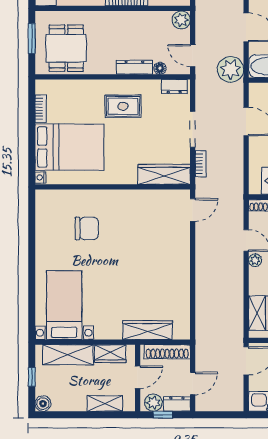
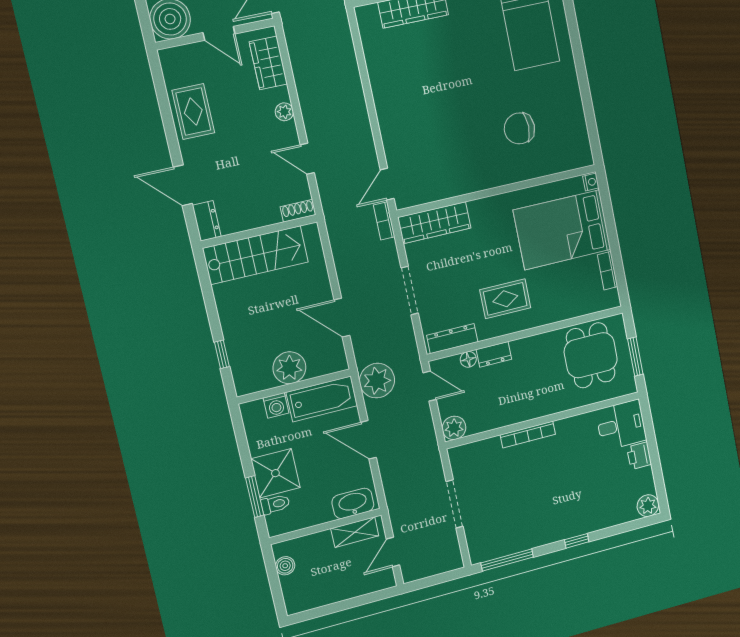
dresser: (134, 67) -> (494, 354), width x0.70
dresser: (174, 87) -> (452, 339), width x1.44
bookcase: (201, 164) -> (384, 221), moved
plant: (255, 260) -> (284, 112), moved

